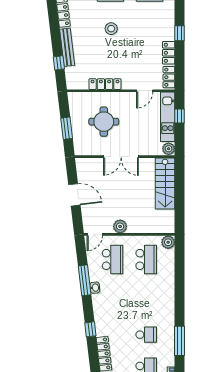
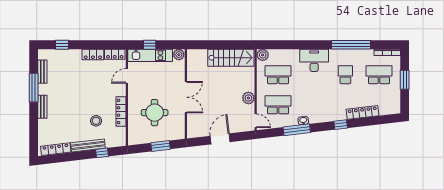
stool: (111, 29) -> (96, 121), moved
window: (180, 33) -> (62, 45), moved
door: (145, 91) -> (127, 76), swing flipped
stairs: (165, 183) -> (231, 58), moved
desk: (162, 300) -> (314, 60), added
window: (180, 341) -> (351, 45), width x1.46

